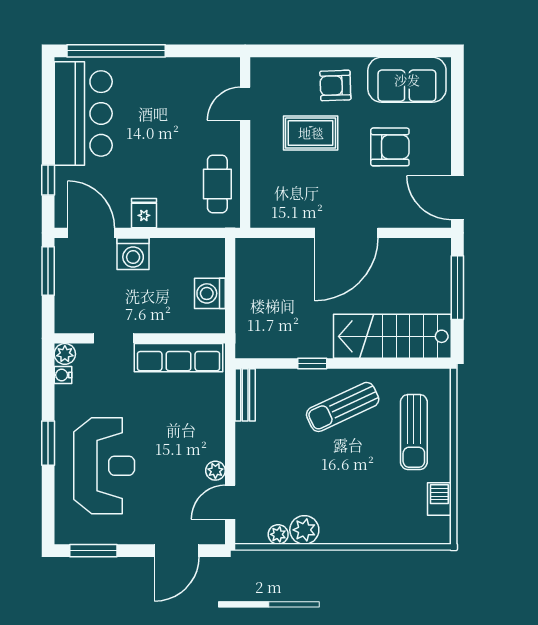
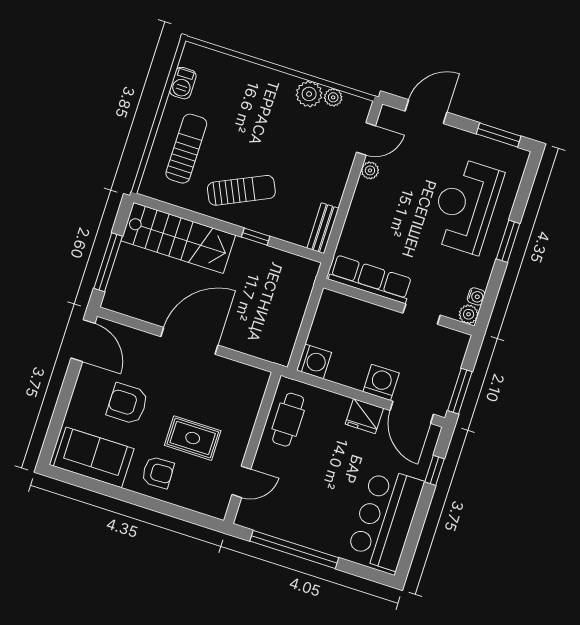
window: (116, 51) -> (294, 549), moved
fridge: (144, 213) -> (364, 416), width x1.38
washing machine: (210, 293) -> (314, 361), moved

